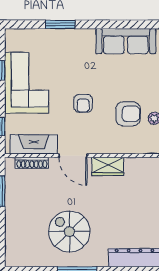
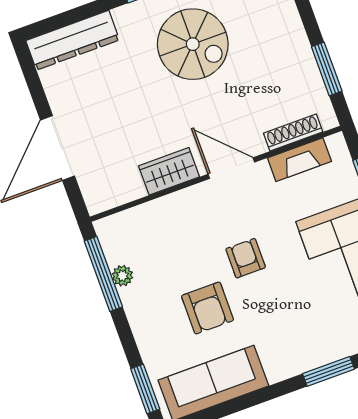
armchair: (128, 114) -> (208, 308), moved, turned -90
fireplace: (34, 144) -> (299, 160), width x0.73, depth x0.76

